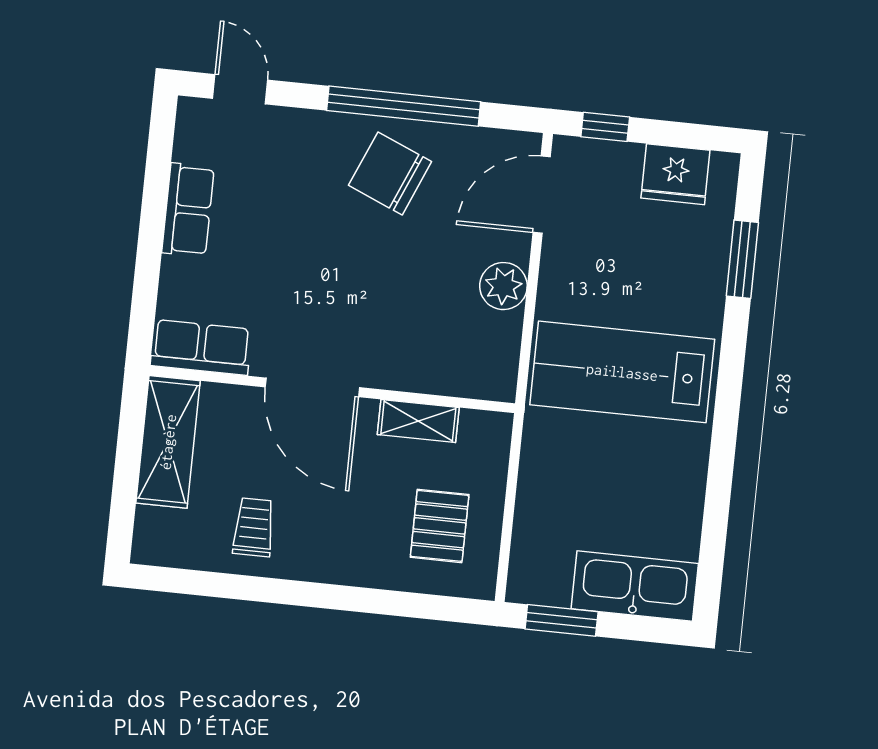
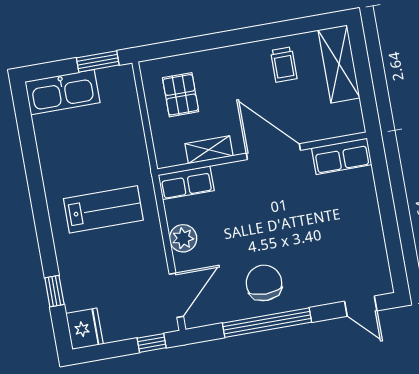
chair: (390, 173) -> (264, 283), turned -113
fridge: (675, 174) -> (84, 329), moved, turned 90
row of seats: (188, 210) -> (186, 183), moved, turned -90
window: (742, 259) -> (54, 291), width x0.67
lab bench: (622, 372) -> (103, 209), width x0.73, depth x0.72
shelving: (168, 442) -> (339, 64), moved

